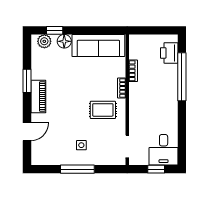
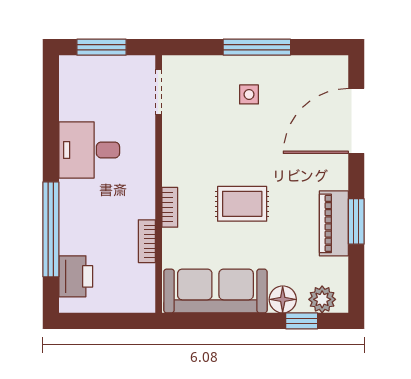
piano: (38, 97) -> (334, 223), moved
rug: (103, 110) -> (242, 204), moved
door: (27, 132) -> (356, 121), width x1.88
desk: (164, 150) -> (89, 150), moved, turned -90
window: (156, 169) -> (101, 47), width x1.50

